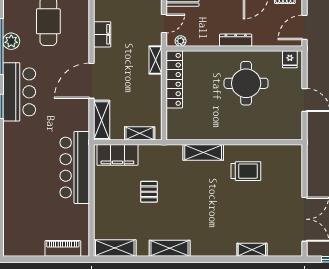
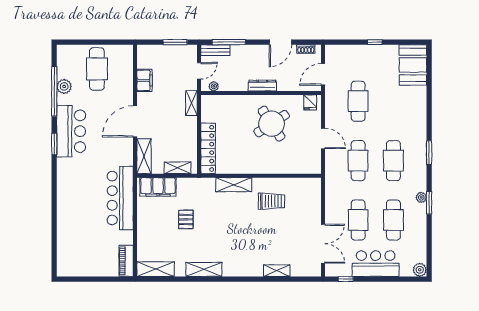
locker: (174, 79) -> (208, 148), moved
round table: (246, 83) -> (272, 124), turned -33
piano: (63, 248) -> (126, 261), moved, turned -90

